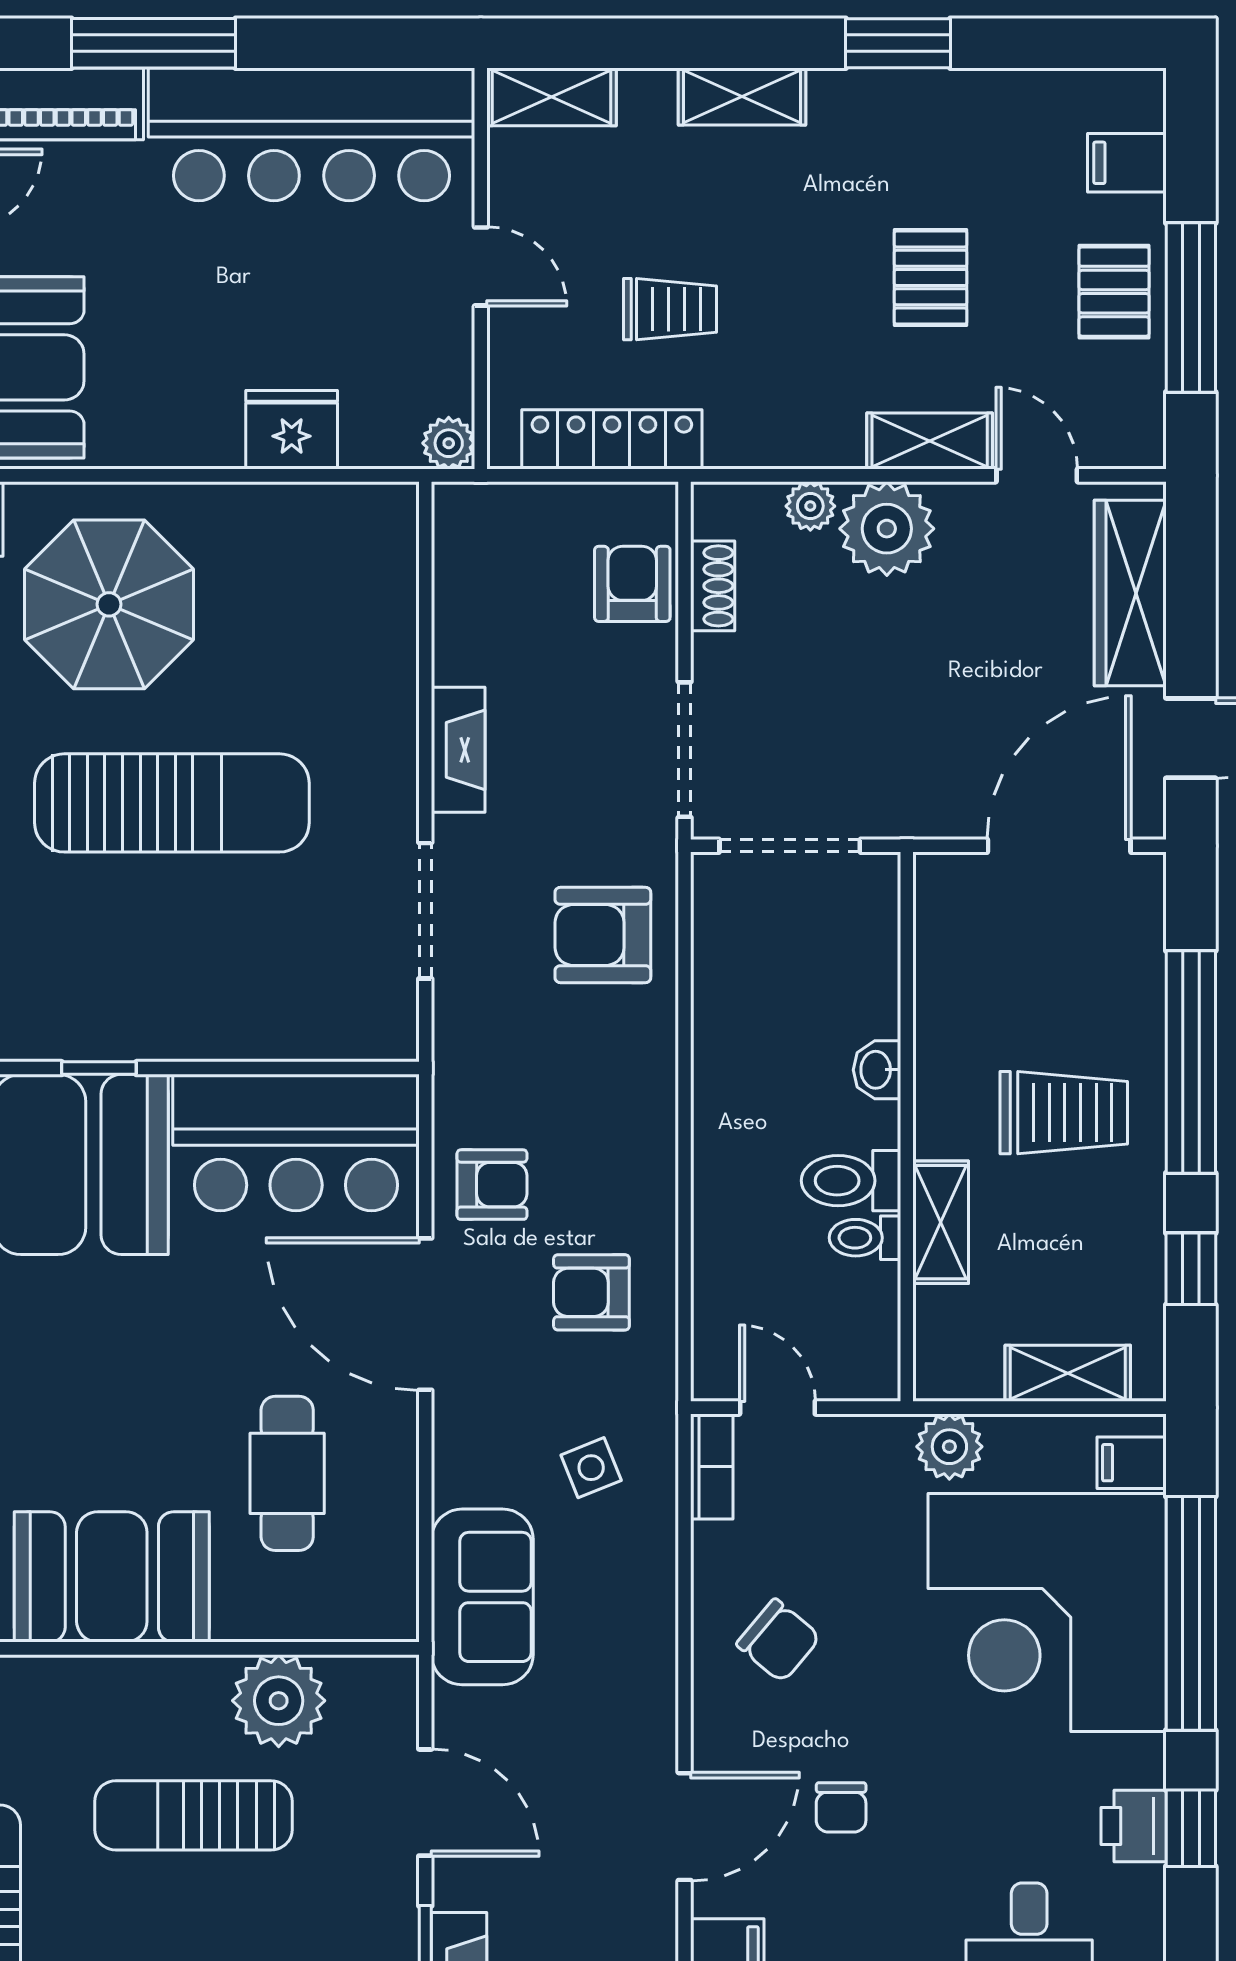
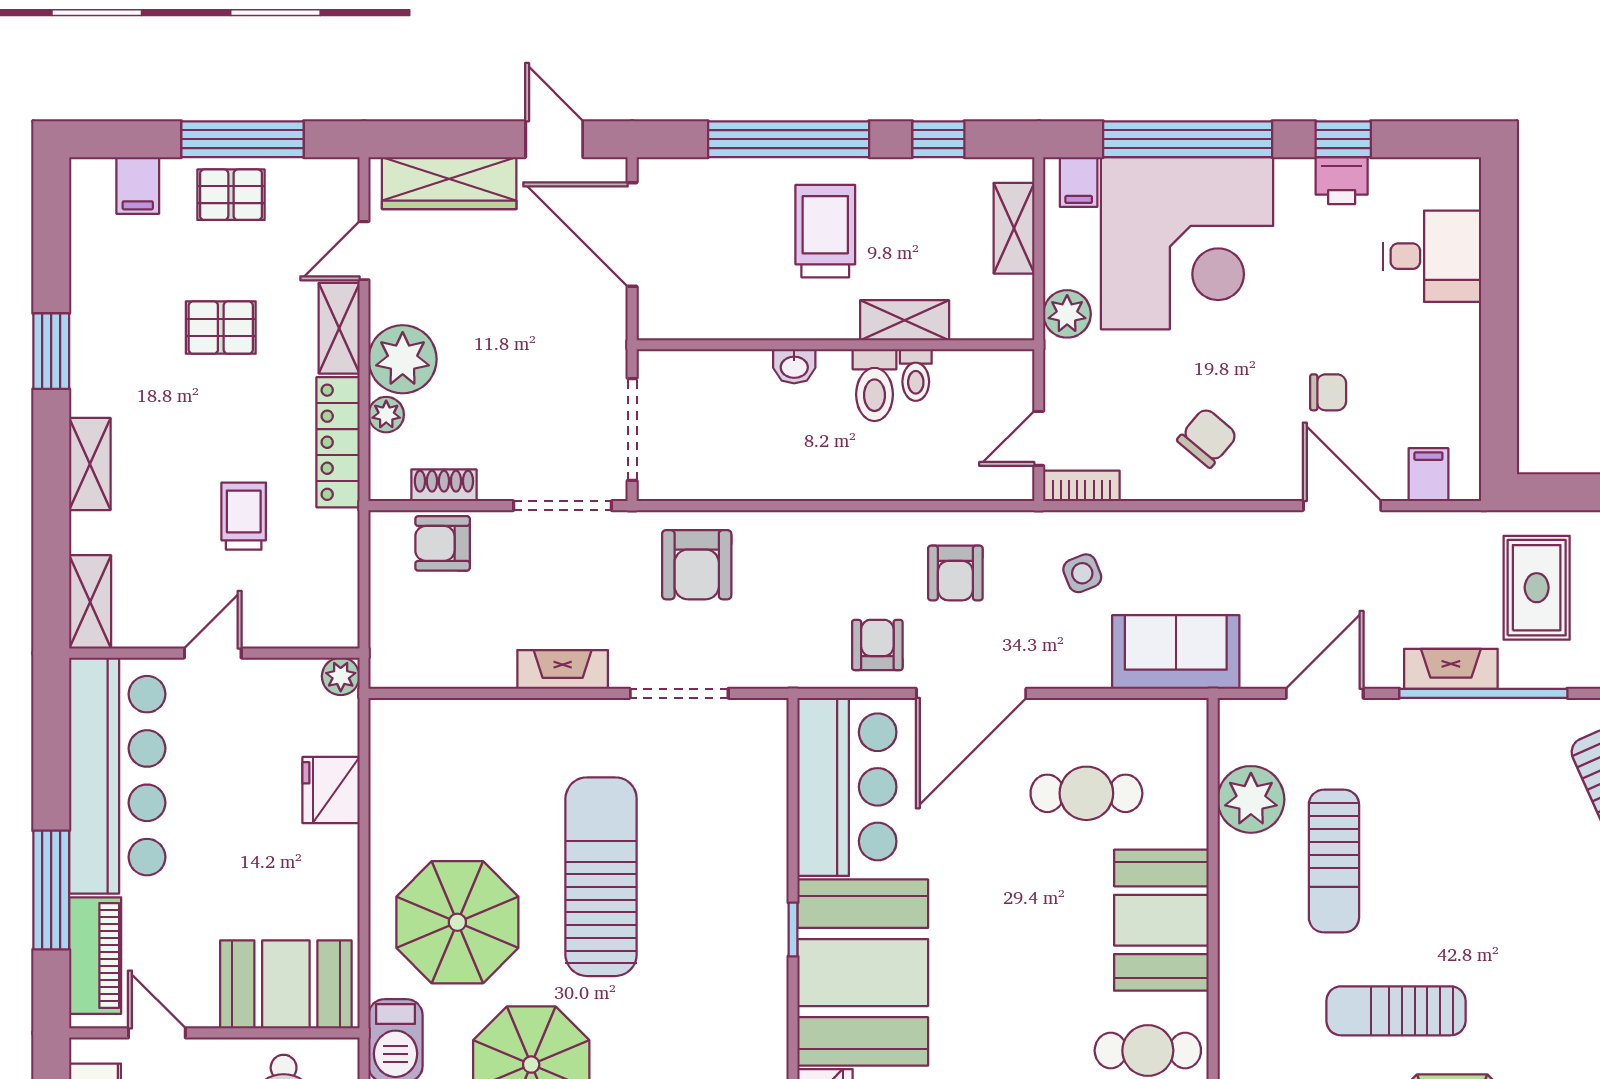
locker: (612, 439) -> (338, 442), moved

